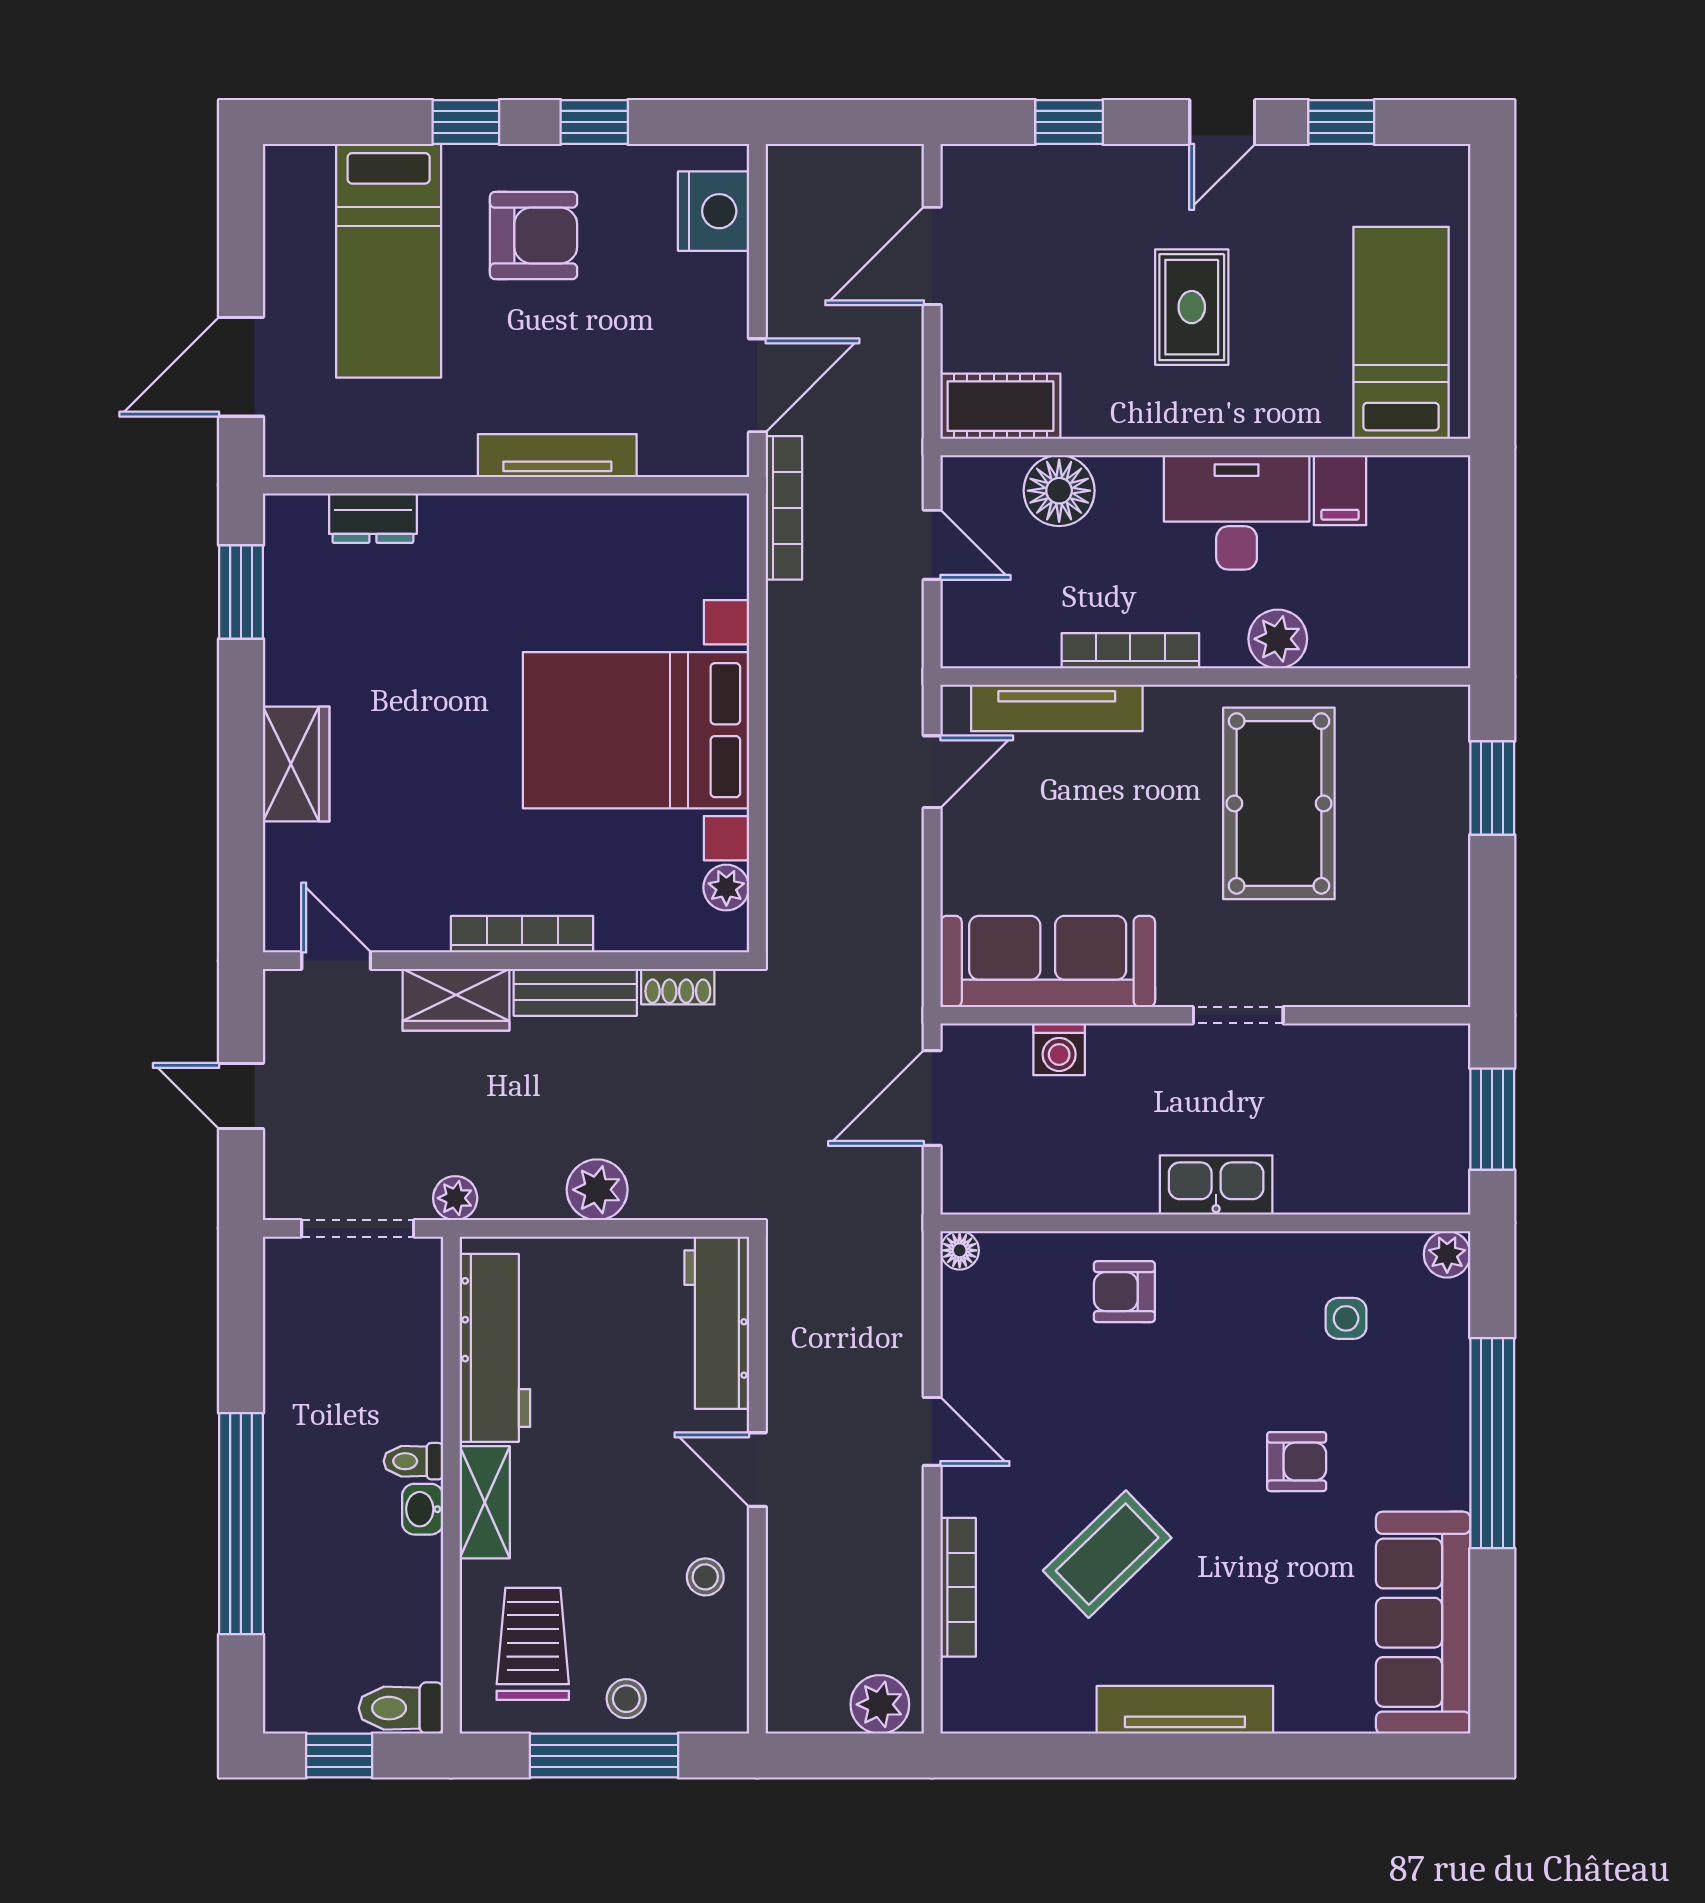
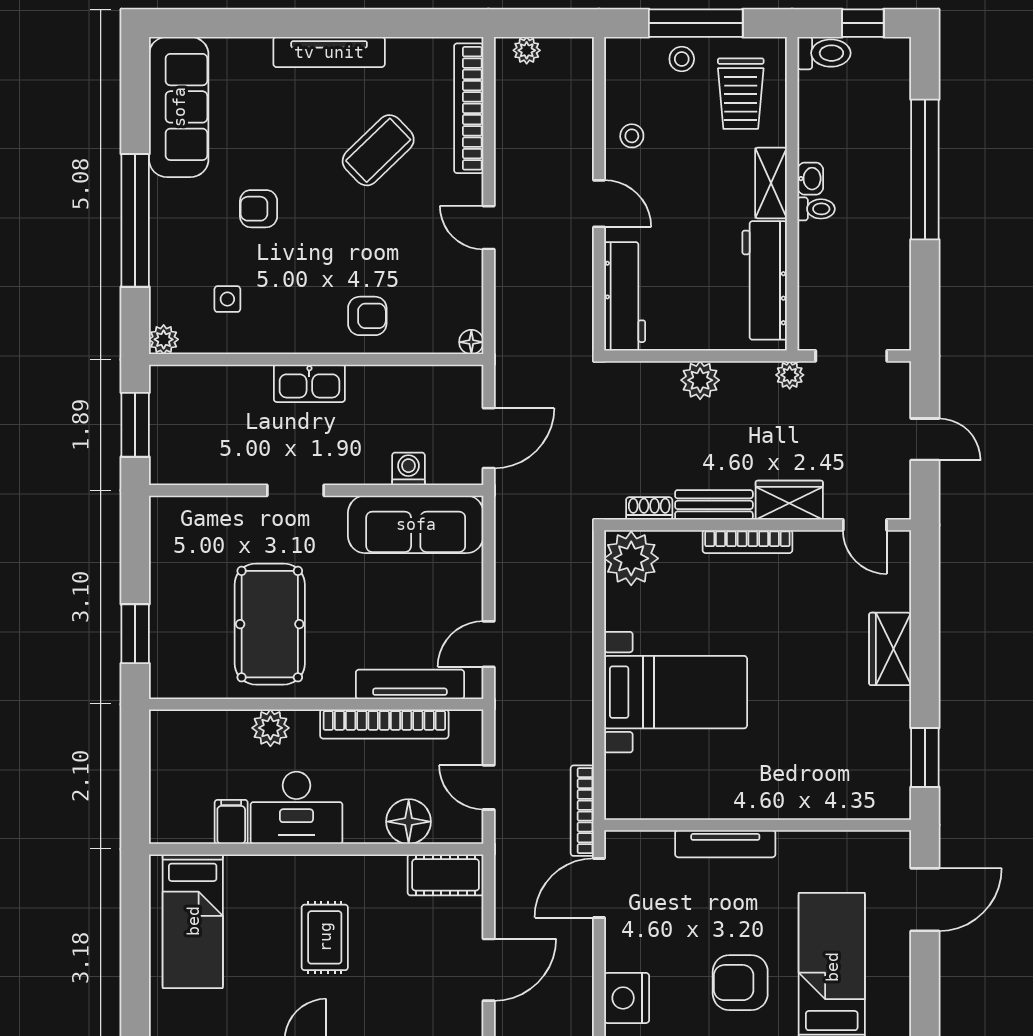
dresser: (373, 518) -> (842, 804), removed
bookcase: (1130, 651) -> (384, 724), width x1.48, depth x1.31
bed with nightstands: (636, 730) -> (676, 692), width x0.73
plant: (726, 888) -> (631, 558), width x1.88, depth x1.88
bookcase: (958, 1587) -> (469, 108), width x1.48, depth x1.31
plant: (880, 1704) -> (527, 50), width x0.73, depth x0.73

